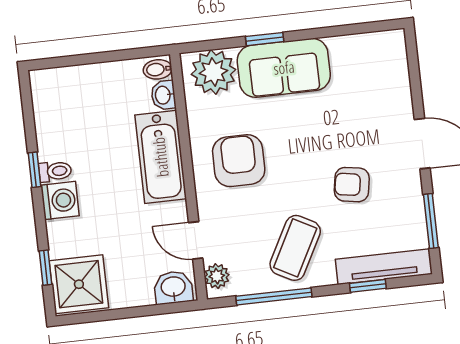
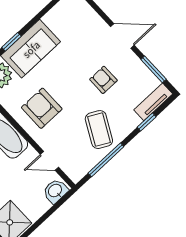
armchair: (352, 185) -> (103, 80), turned 81
tv unit: (384, 267) -> (153, 102), width x0.71
plant: (217, 276) -> (72, 170), removed

